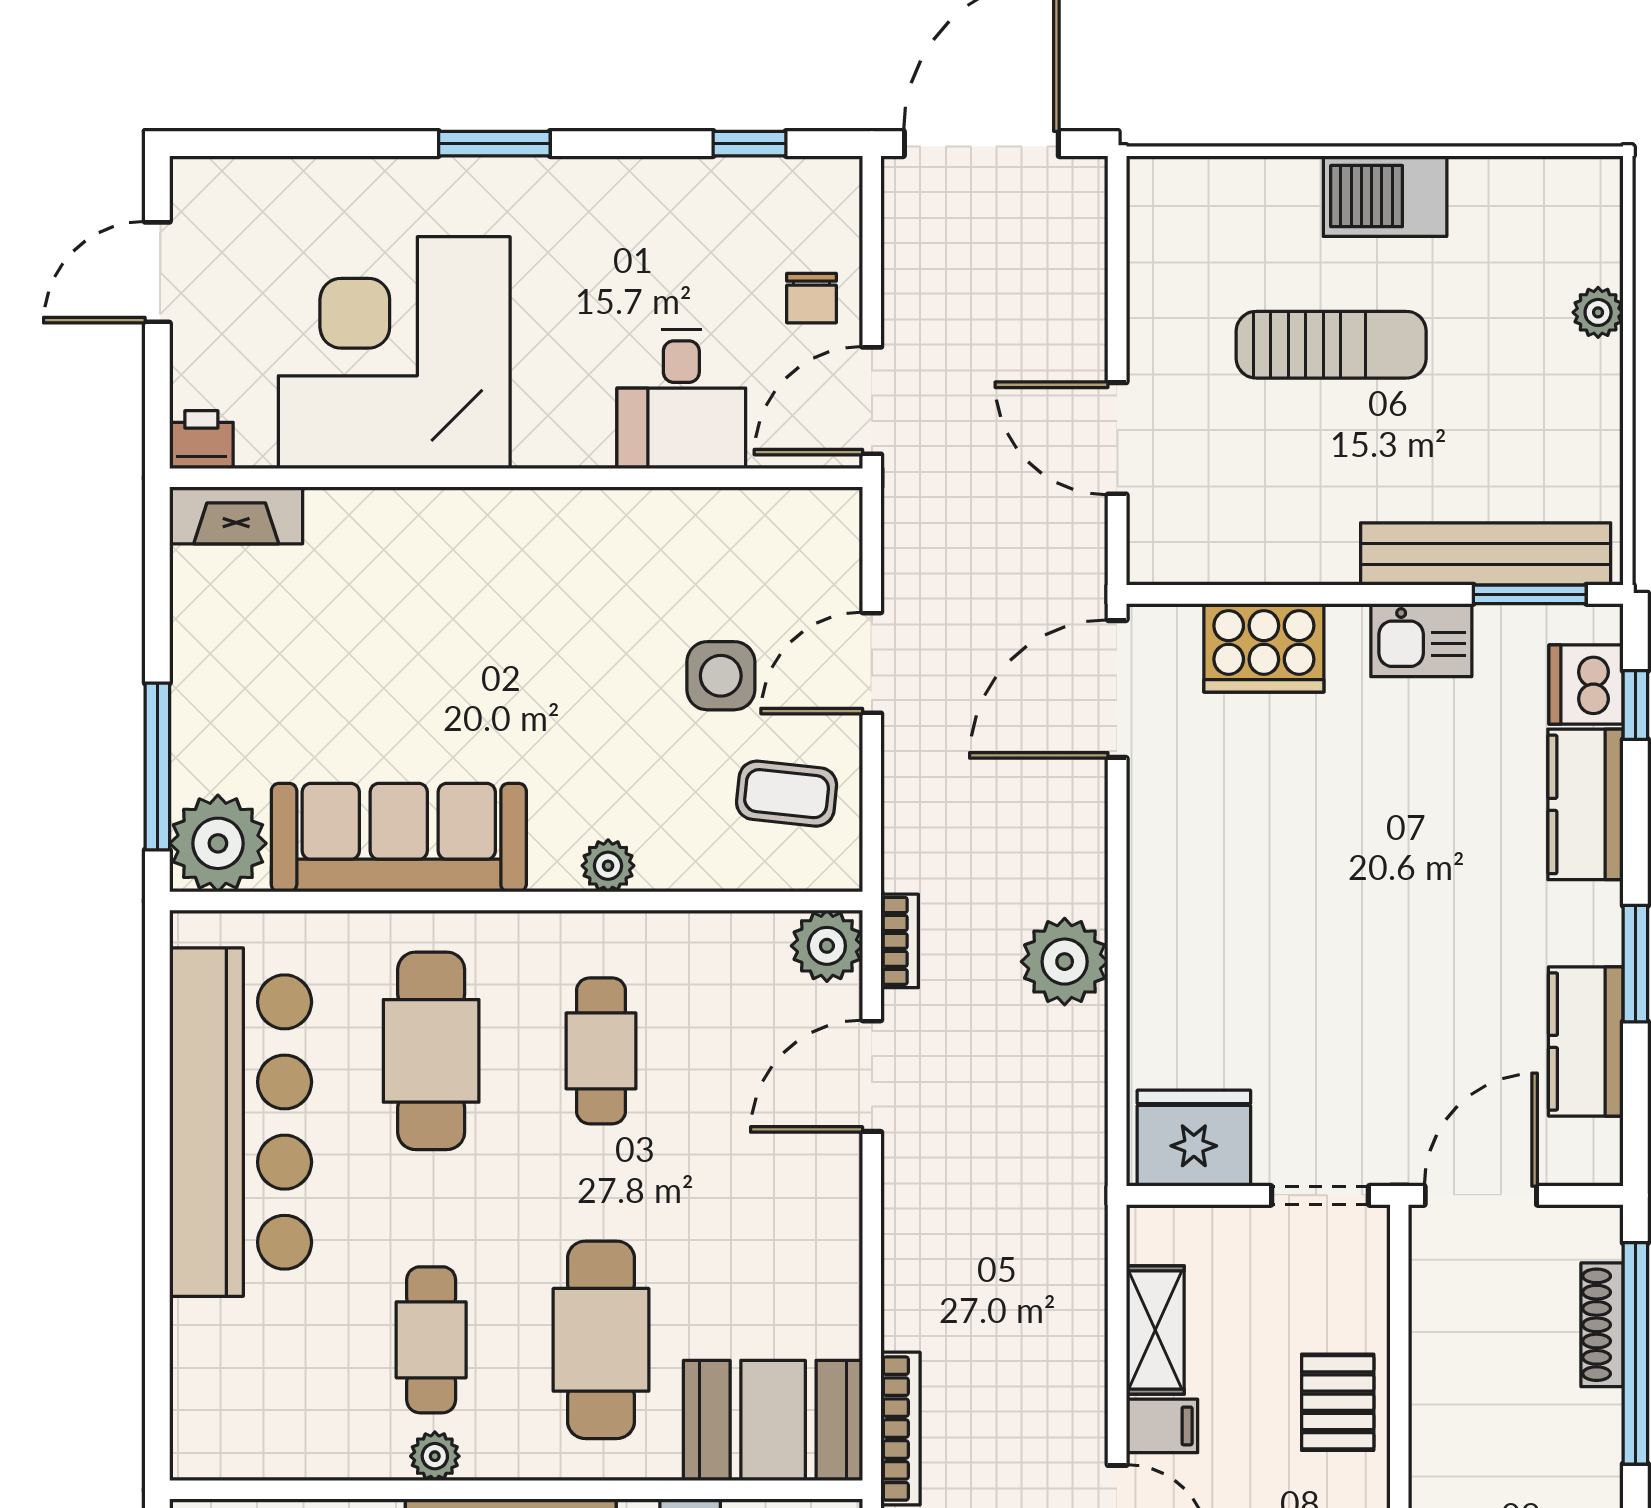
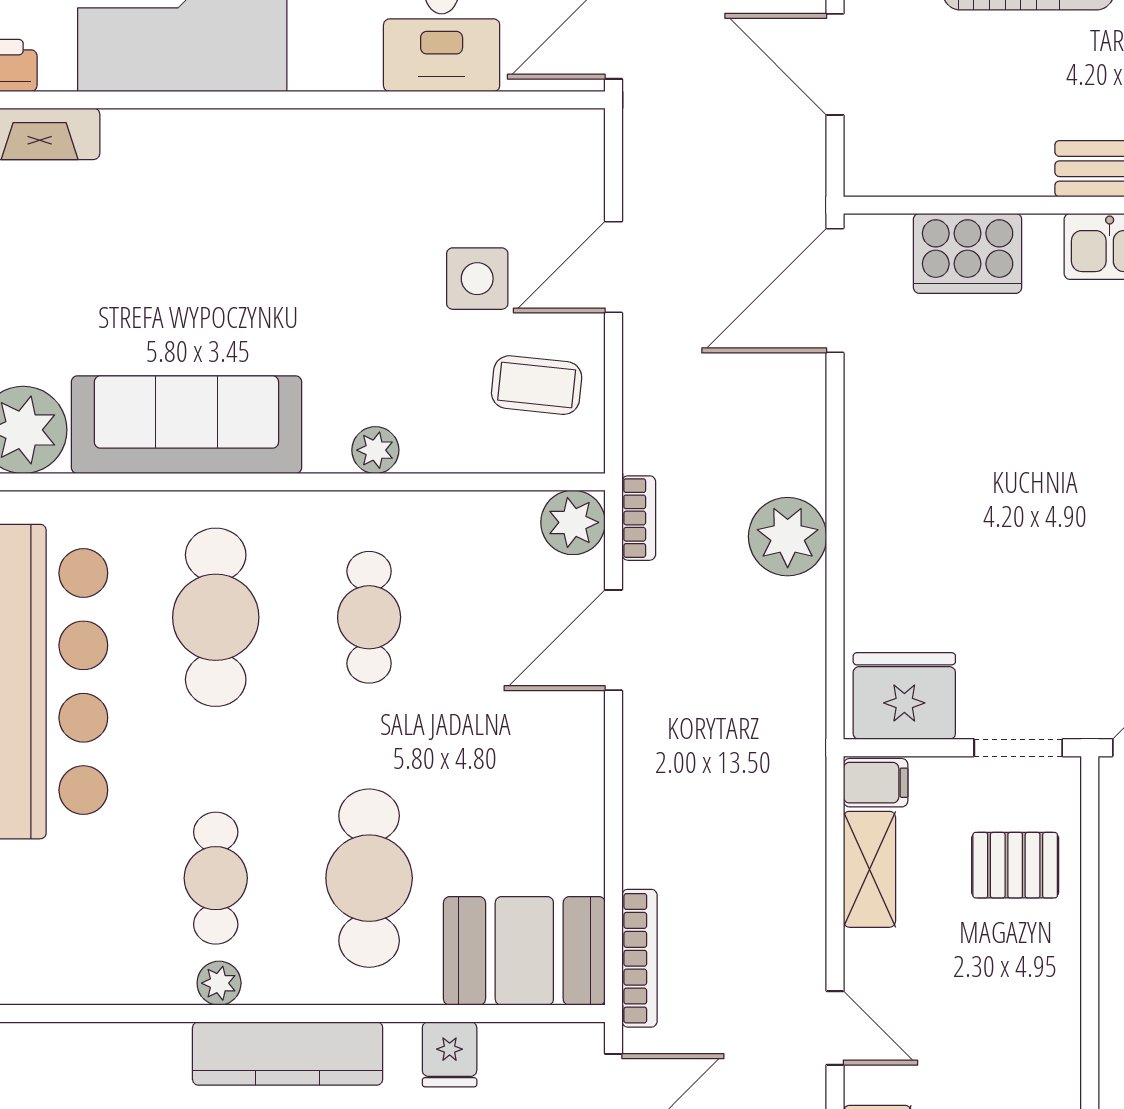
pallet: (1338, 1402) -> (1015, 865), moved, turned 90
filing cabinet: (1162, 1426) -> (876, 783), moved

